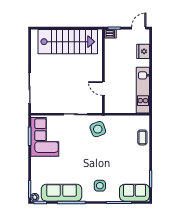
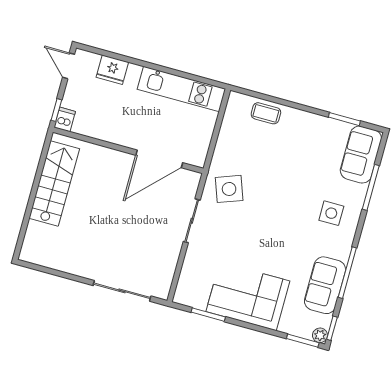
stairs: (68, 42) -> (54, 184), width x0.73, depth x0.66
door: (103, 89) -> (159, 159), width x1.87
corner sofa: (45, 137) -> (248, 296), moved
sofa: (61, 193) -> (325, 285), width x0.73

